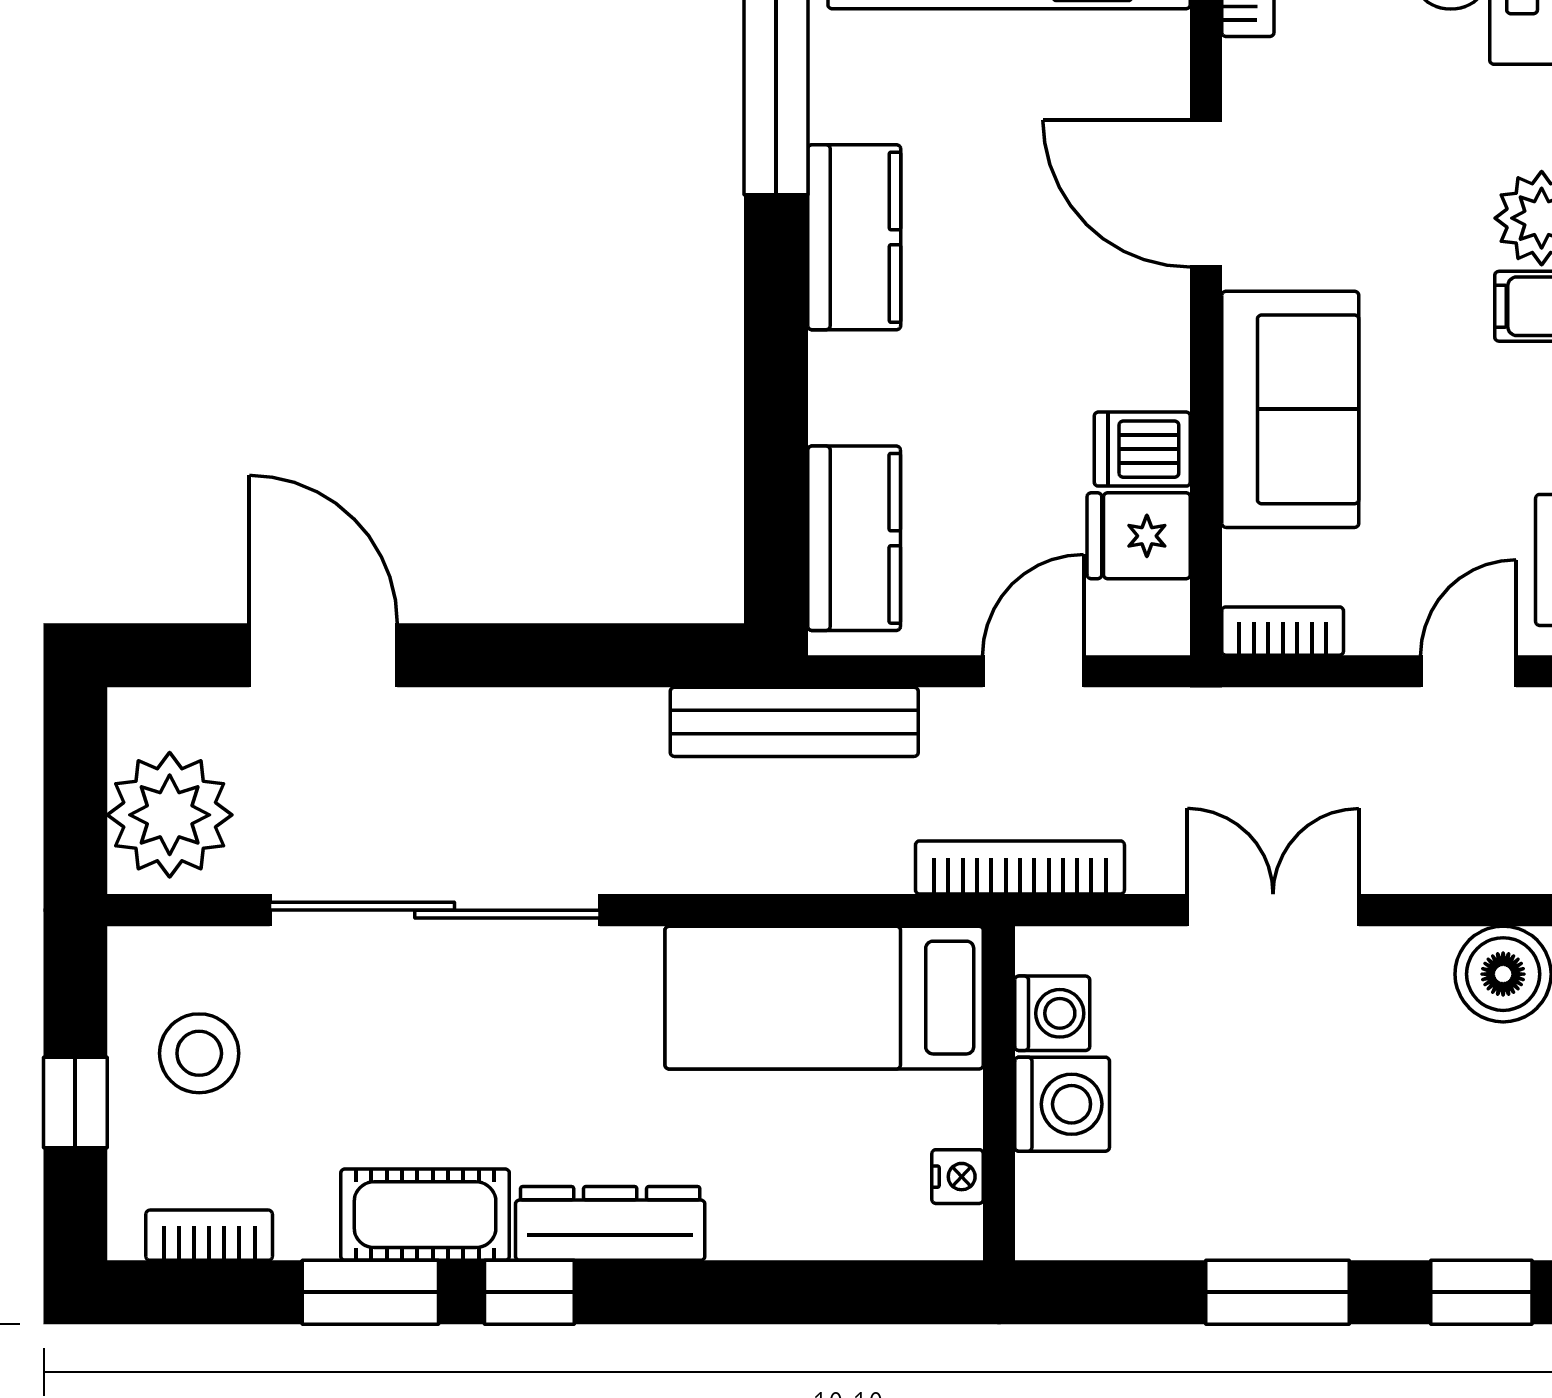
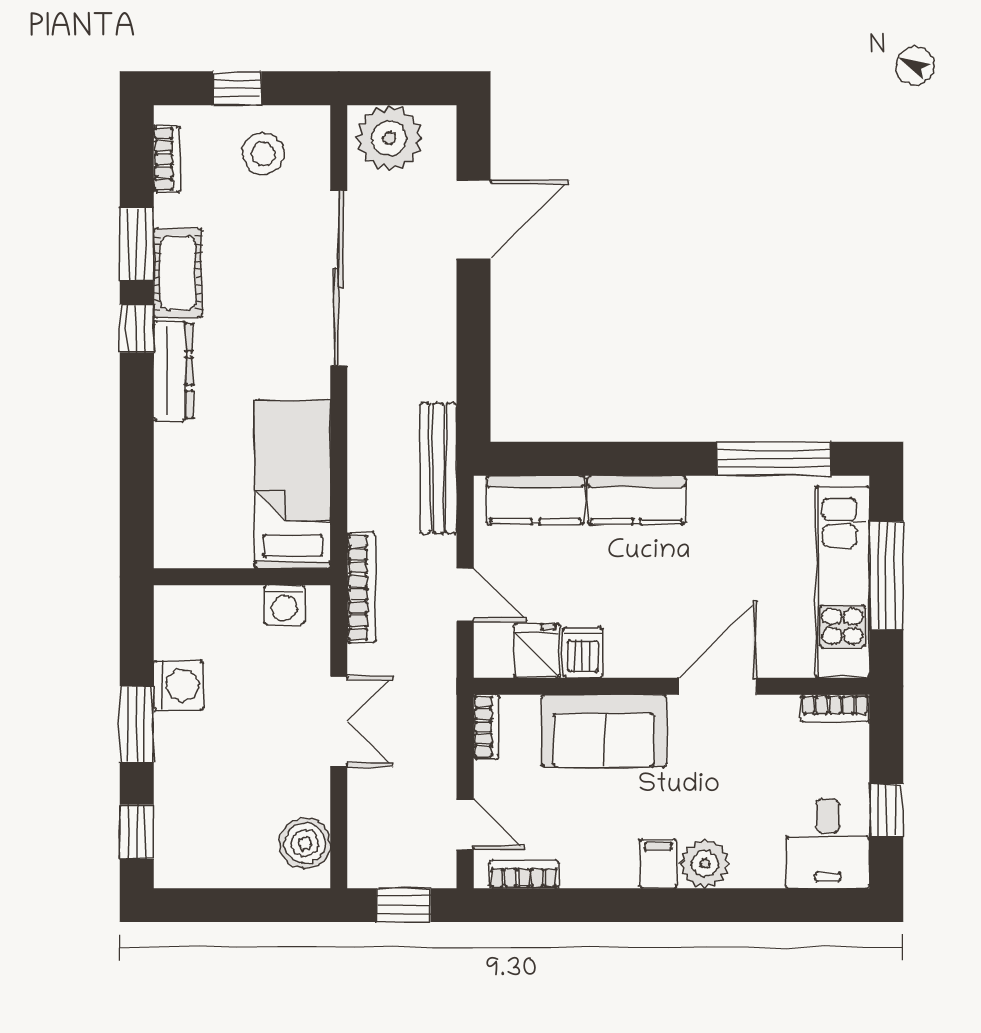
kitchen counter: (854, 237) -> (637, 500), moved
washing machine: (1062, 1104) -> (178, 685), moved, turned -90
nightstand: (958, 1177) -> (198, 555), removed

